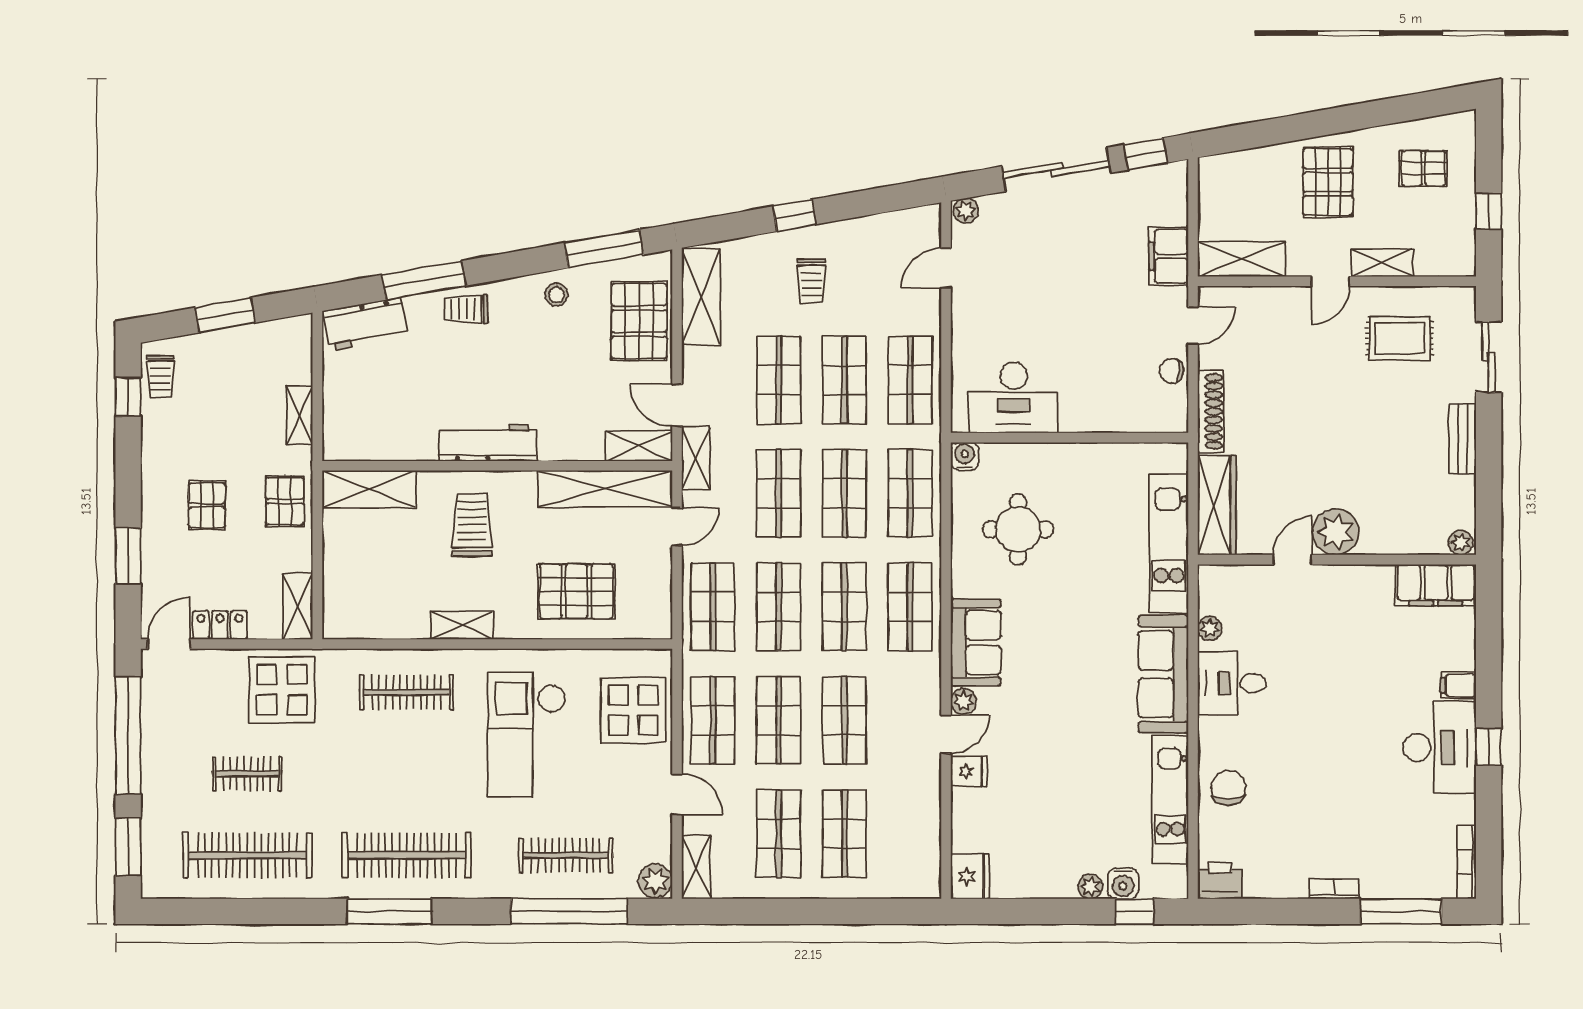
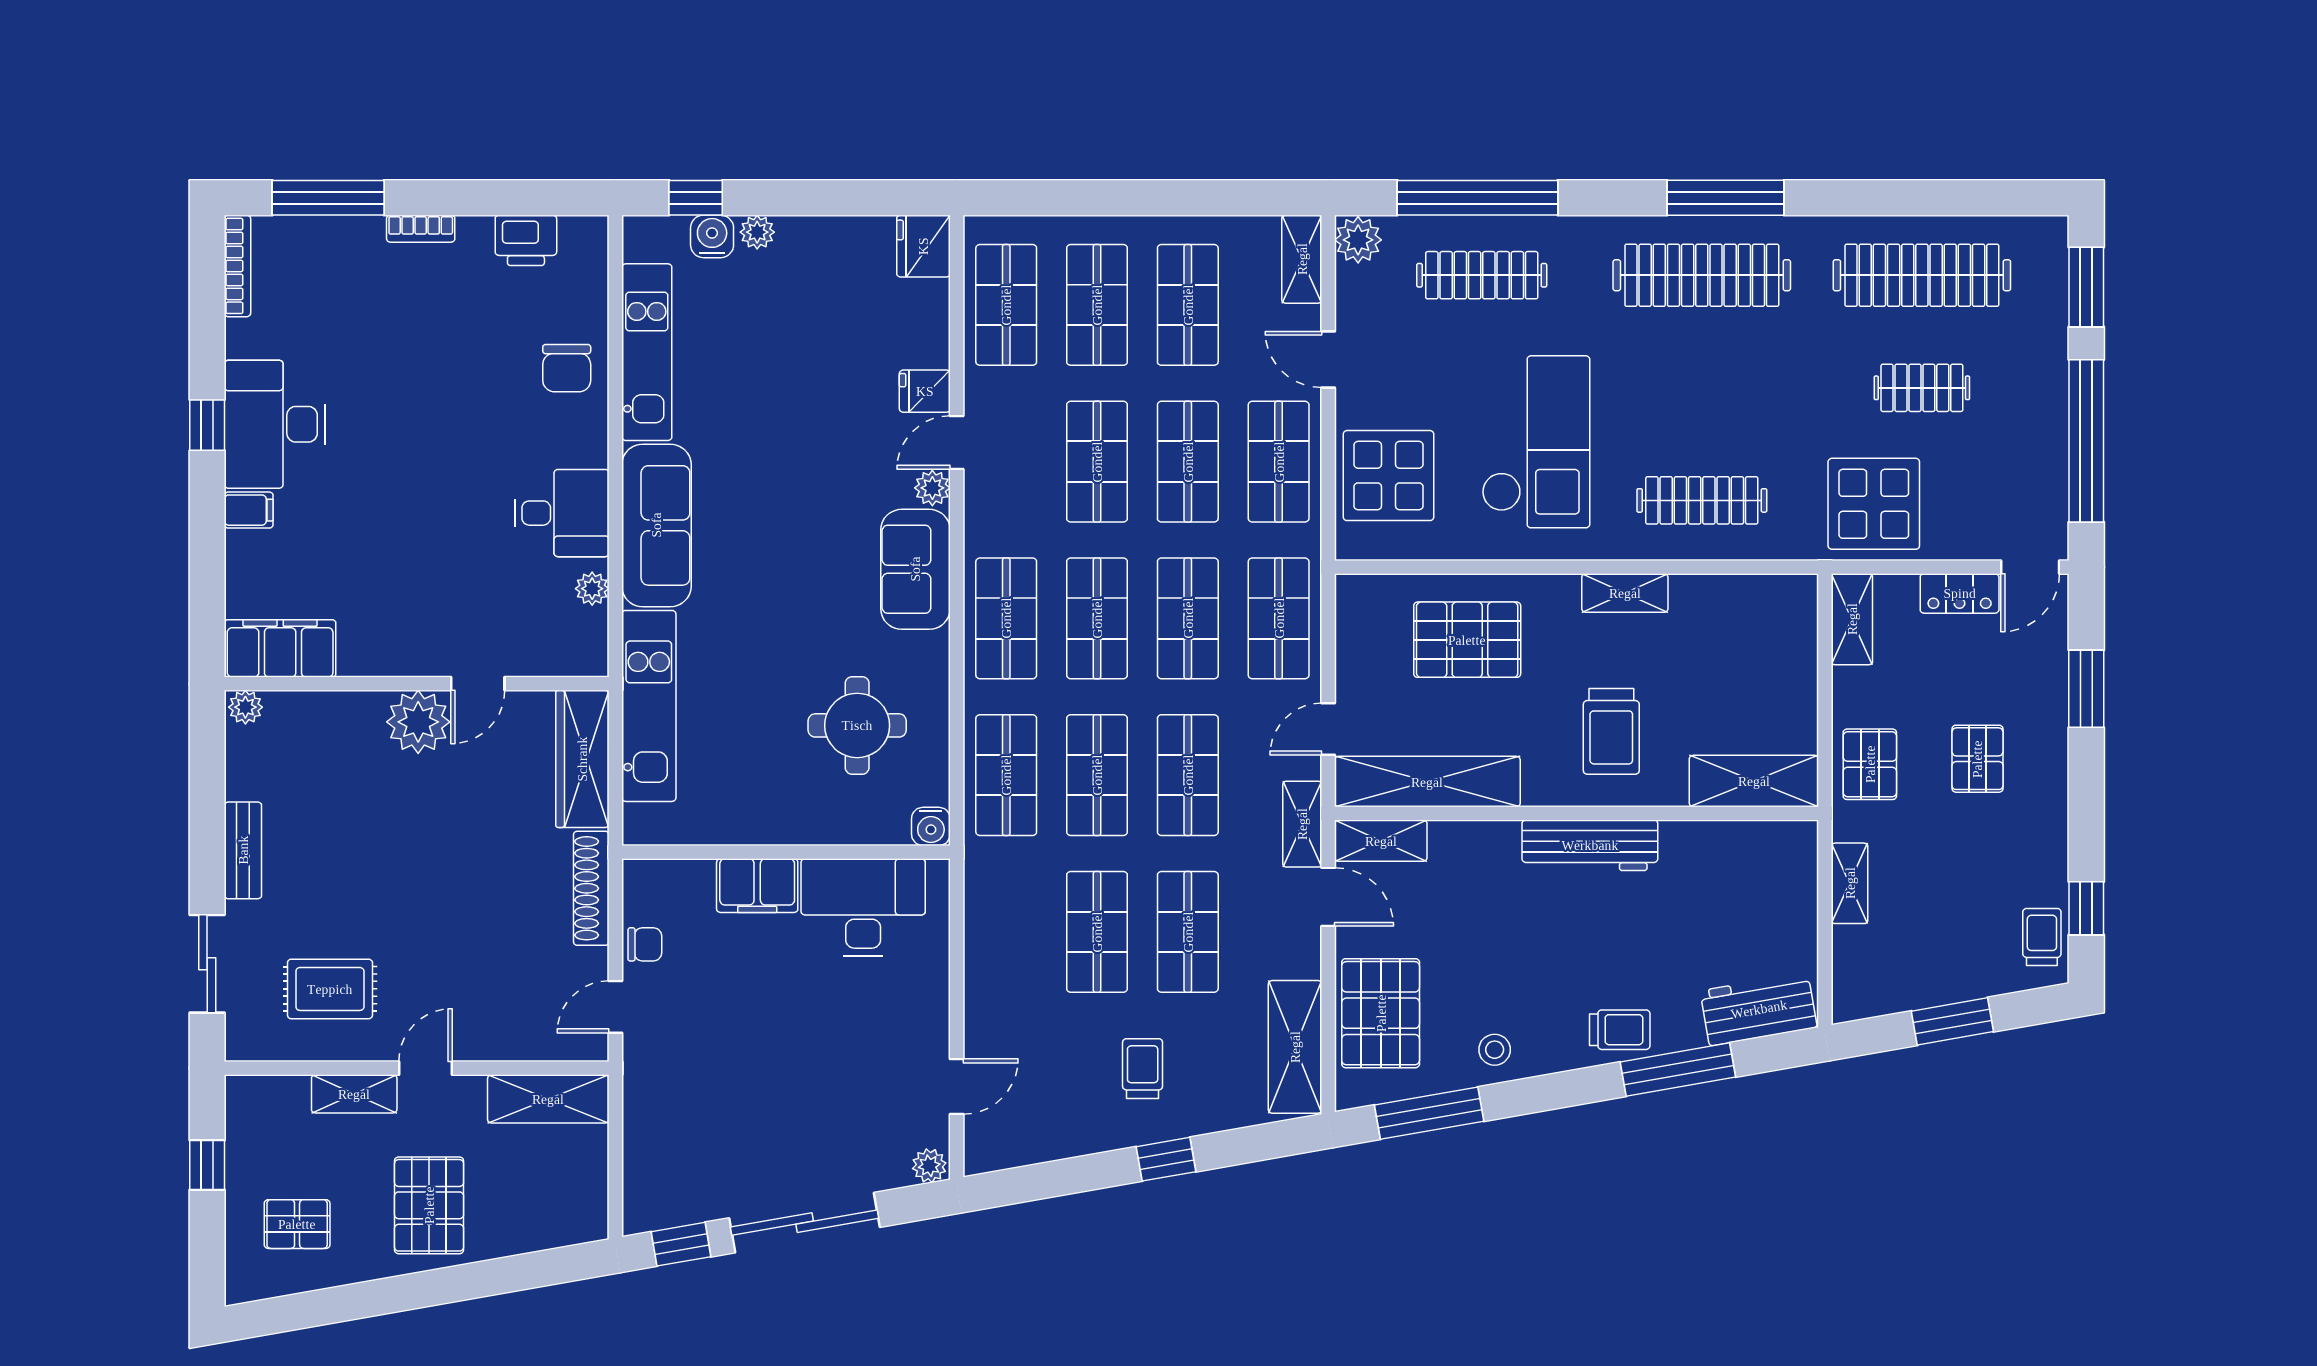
filing cabinet: (1169, 256) -> (757, 886), moved, turned 90
shop shelf: (910, 380) -> (1006, 305), moved
printer: (1220, 881) -> (526, 240), moved

